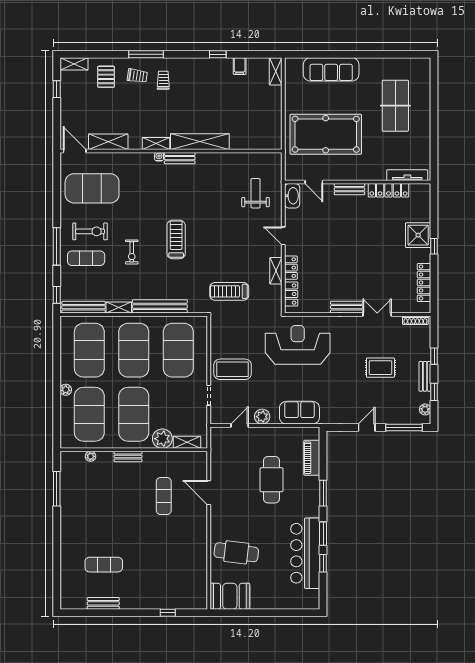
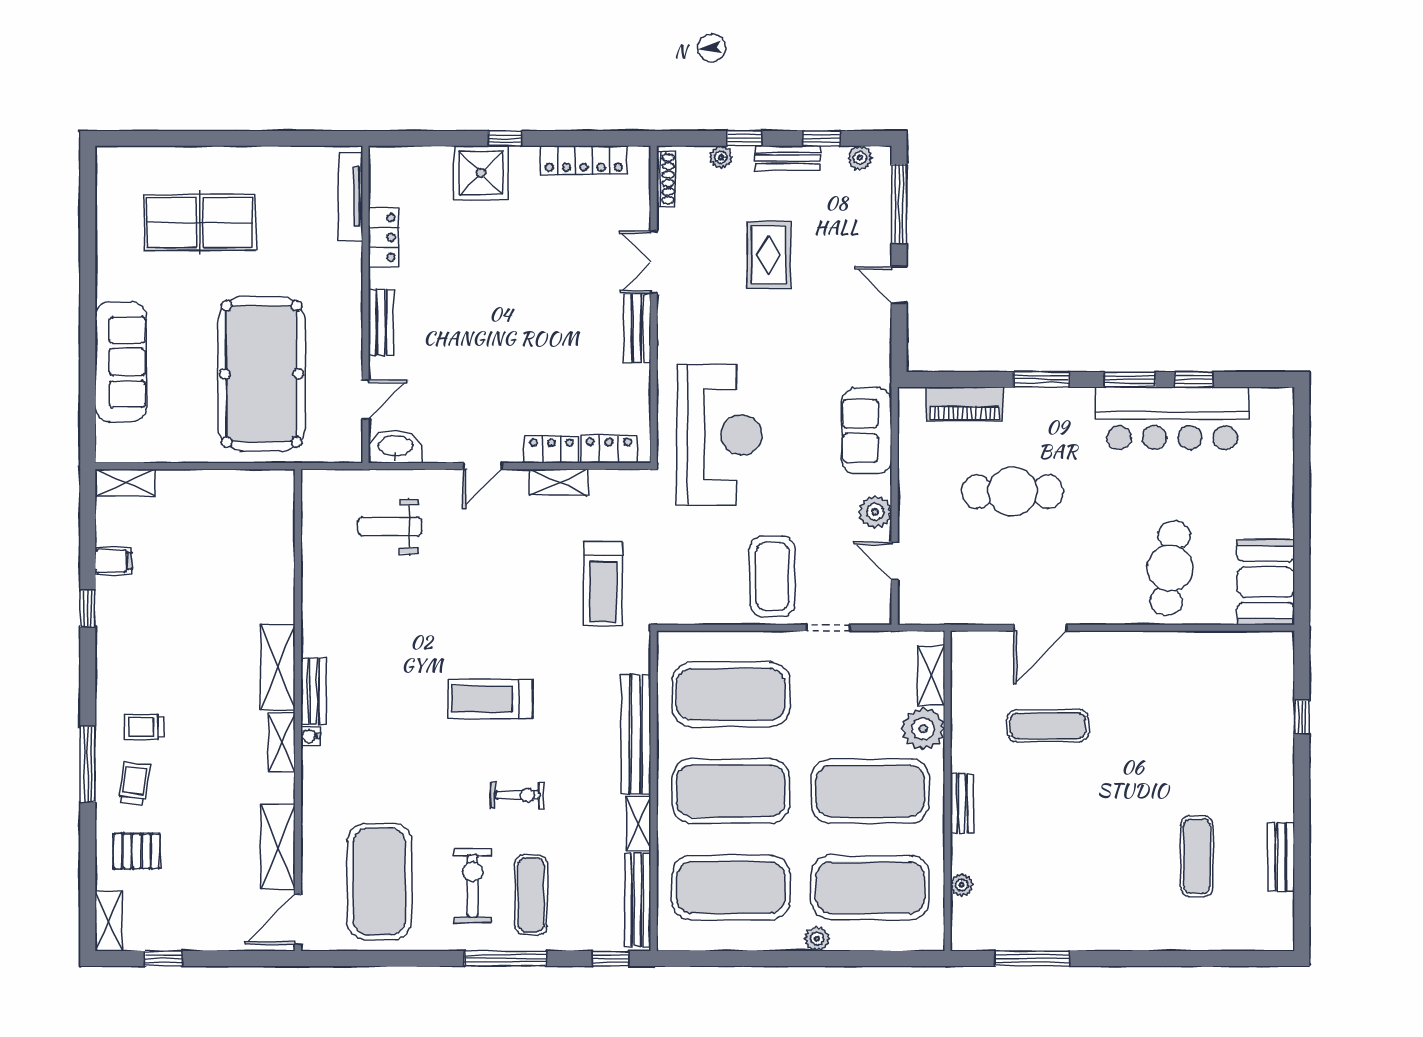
shelving: (200, 142) -> (278, 668), width x0.68
locker: (388, 190) -> (383, 237), width x0.66
reception desk: (298, 345) -> (719, 435), turned 180
plant: (425, 346) -> (721, 157), added

